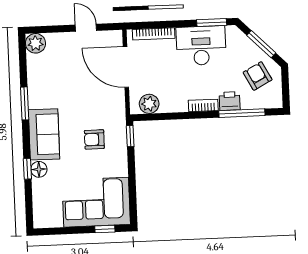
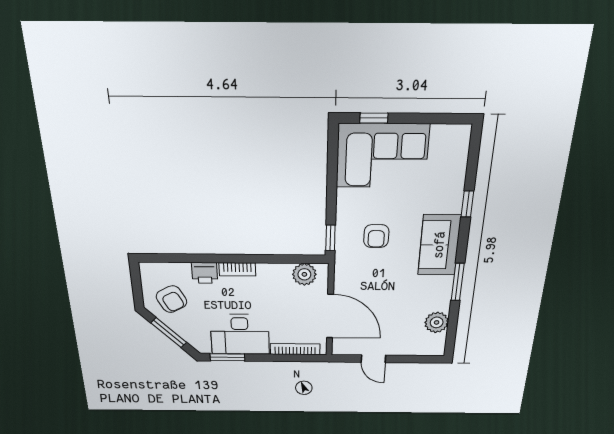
plant: (36, 43) -> (437, 322), moved
window: (242, 113) -> (189, 258), removed
armchair: (94, 139) -> (376, 236), turned 90
floor lamp: (39, 169) -> (452, 203), removed

